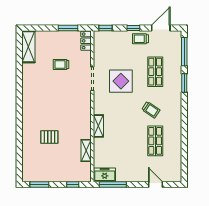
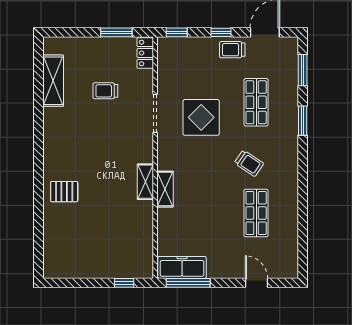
shelving: (28, 47) -> (53, 81), moved
window: (184, 52) -> (303, 70), width x0.69
pallet: (49, 137) -> (64, 192), moved
shelving: (86, 150) -> (145, 182), moved
freezer: (105, 175) -> (182, 267), width x1.40
window: (39, 184) -> (71, 283), removed

